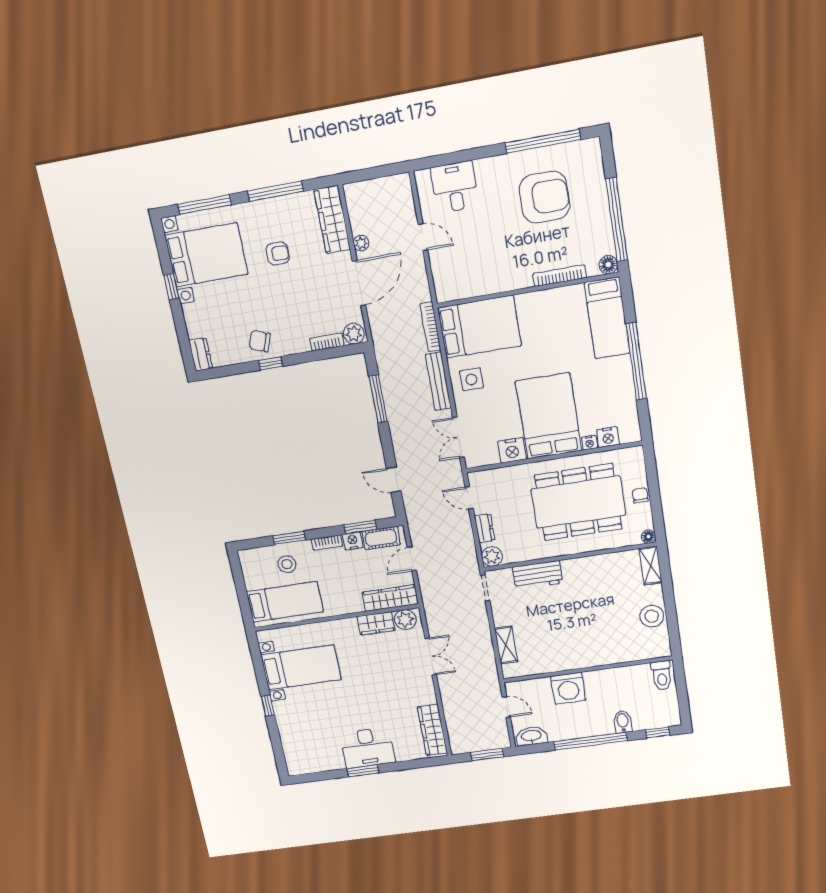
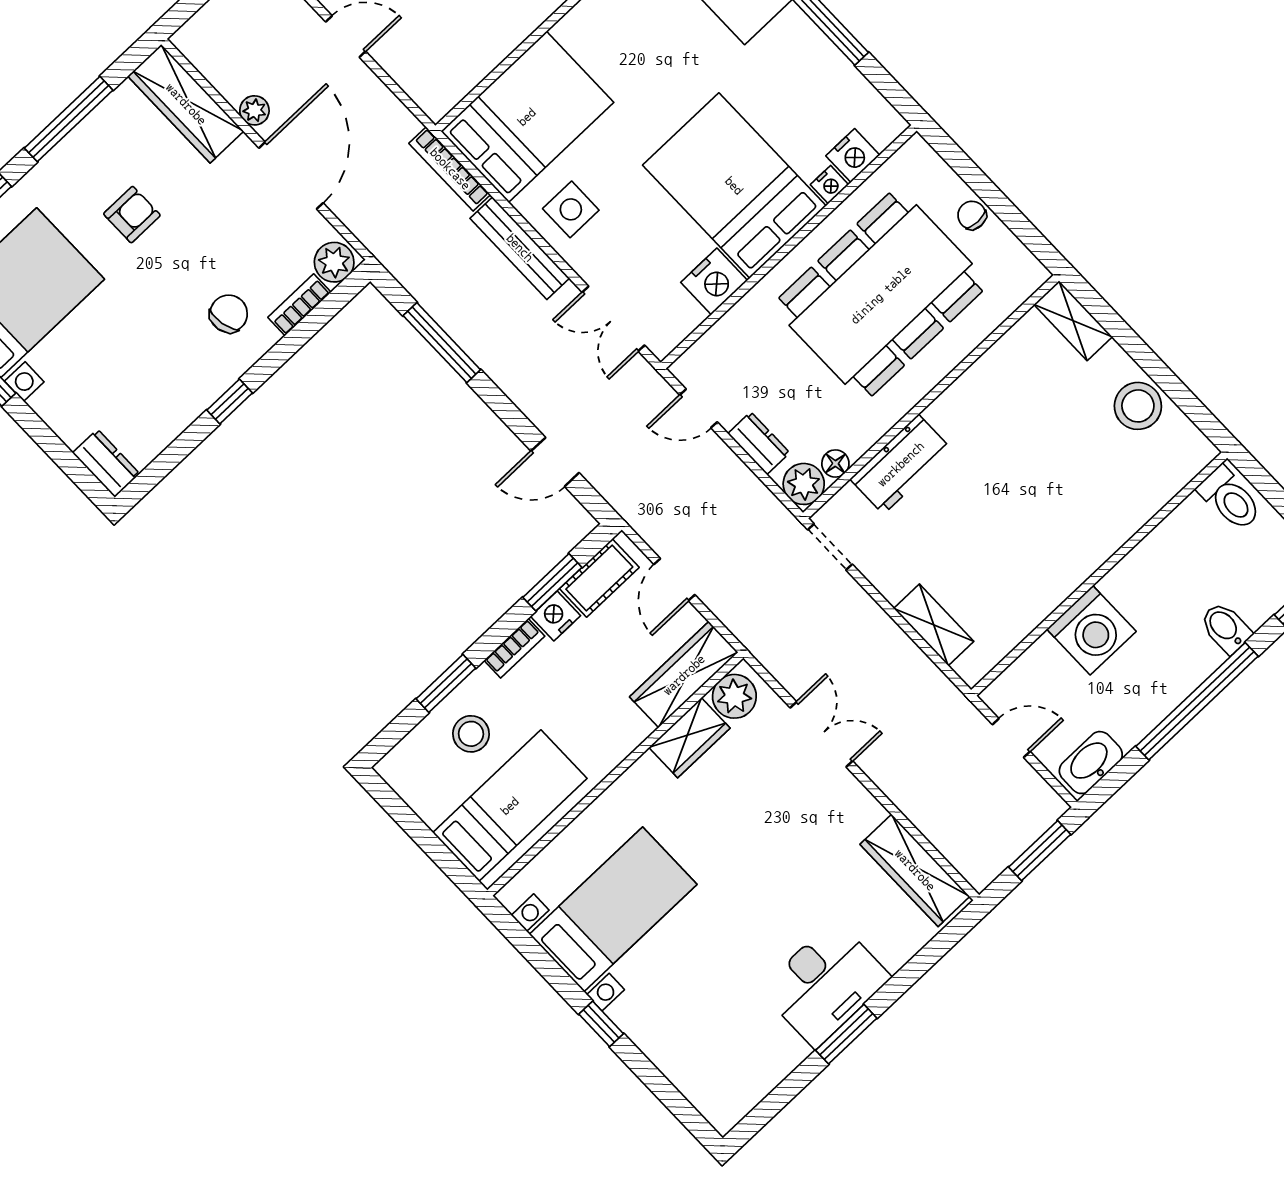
chair: (260, 341) -> (229, 314), moved, turned 149
floor lamp: (649, 537) -> (835, 463), moved

